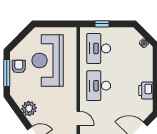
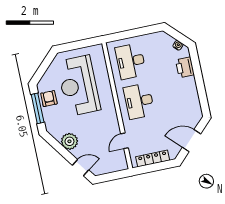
window: (102, 24) -> (129, 34), removed
printer: (146, 91) -> (185, 67), moved
door: (78, 118) -> (125, 141), swing flipped

